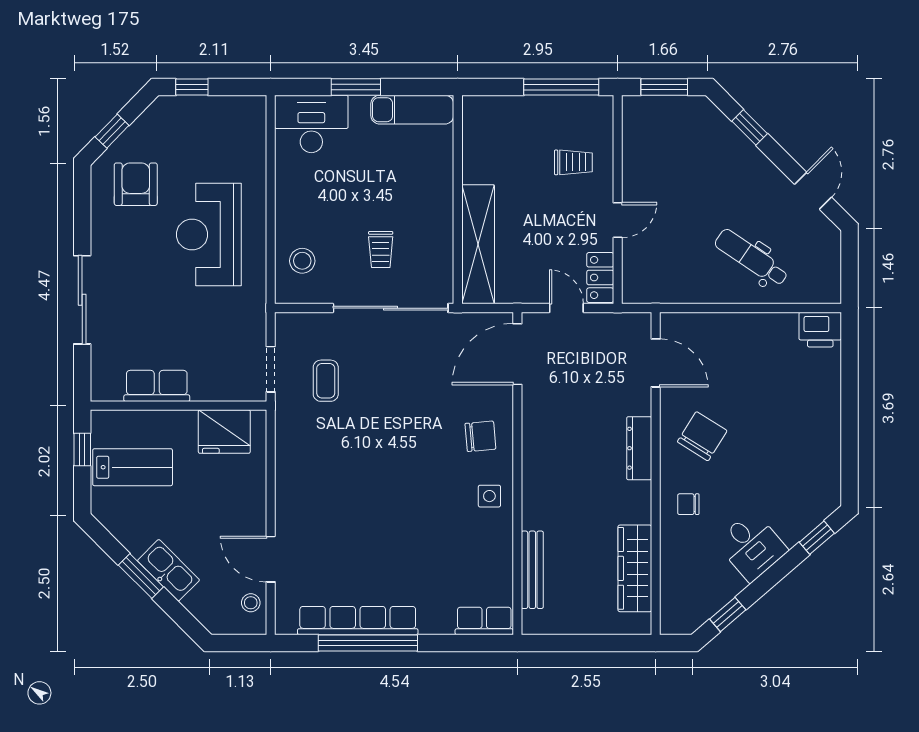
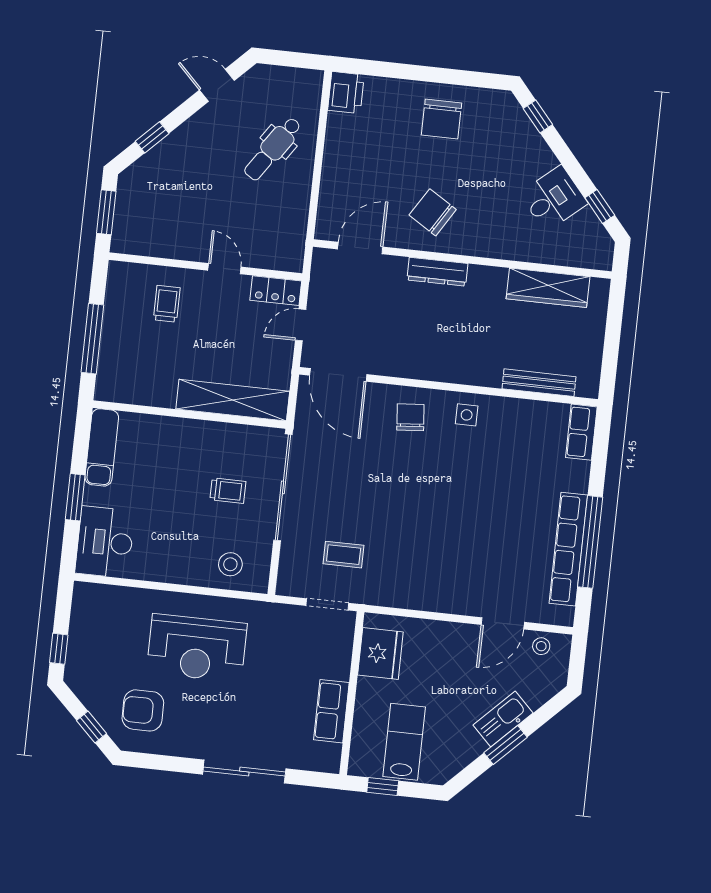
window: (561, 87) -> (92, 339), moved
chair: (688, 504) -> (442, 119), moved, width x1.87, depth x1.87
desk: (752, 546) -> (553, 199), moved

